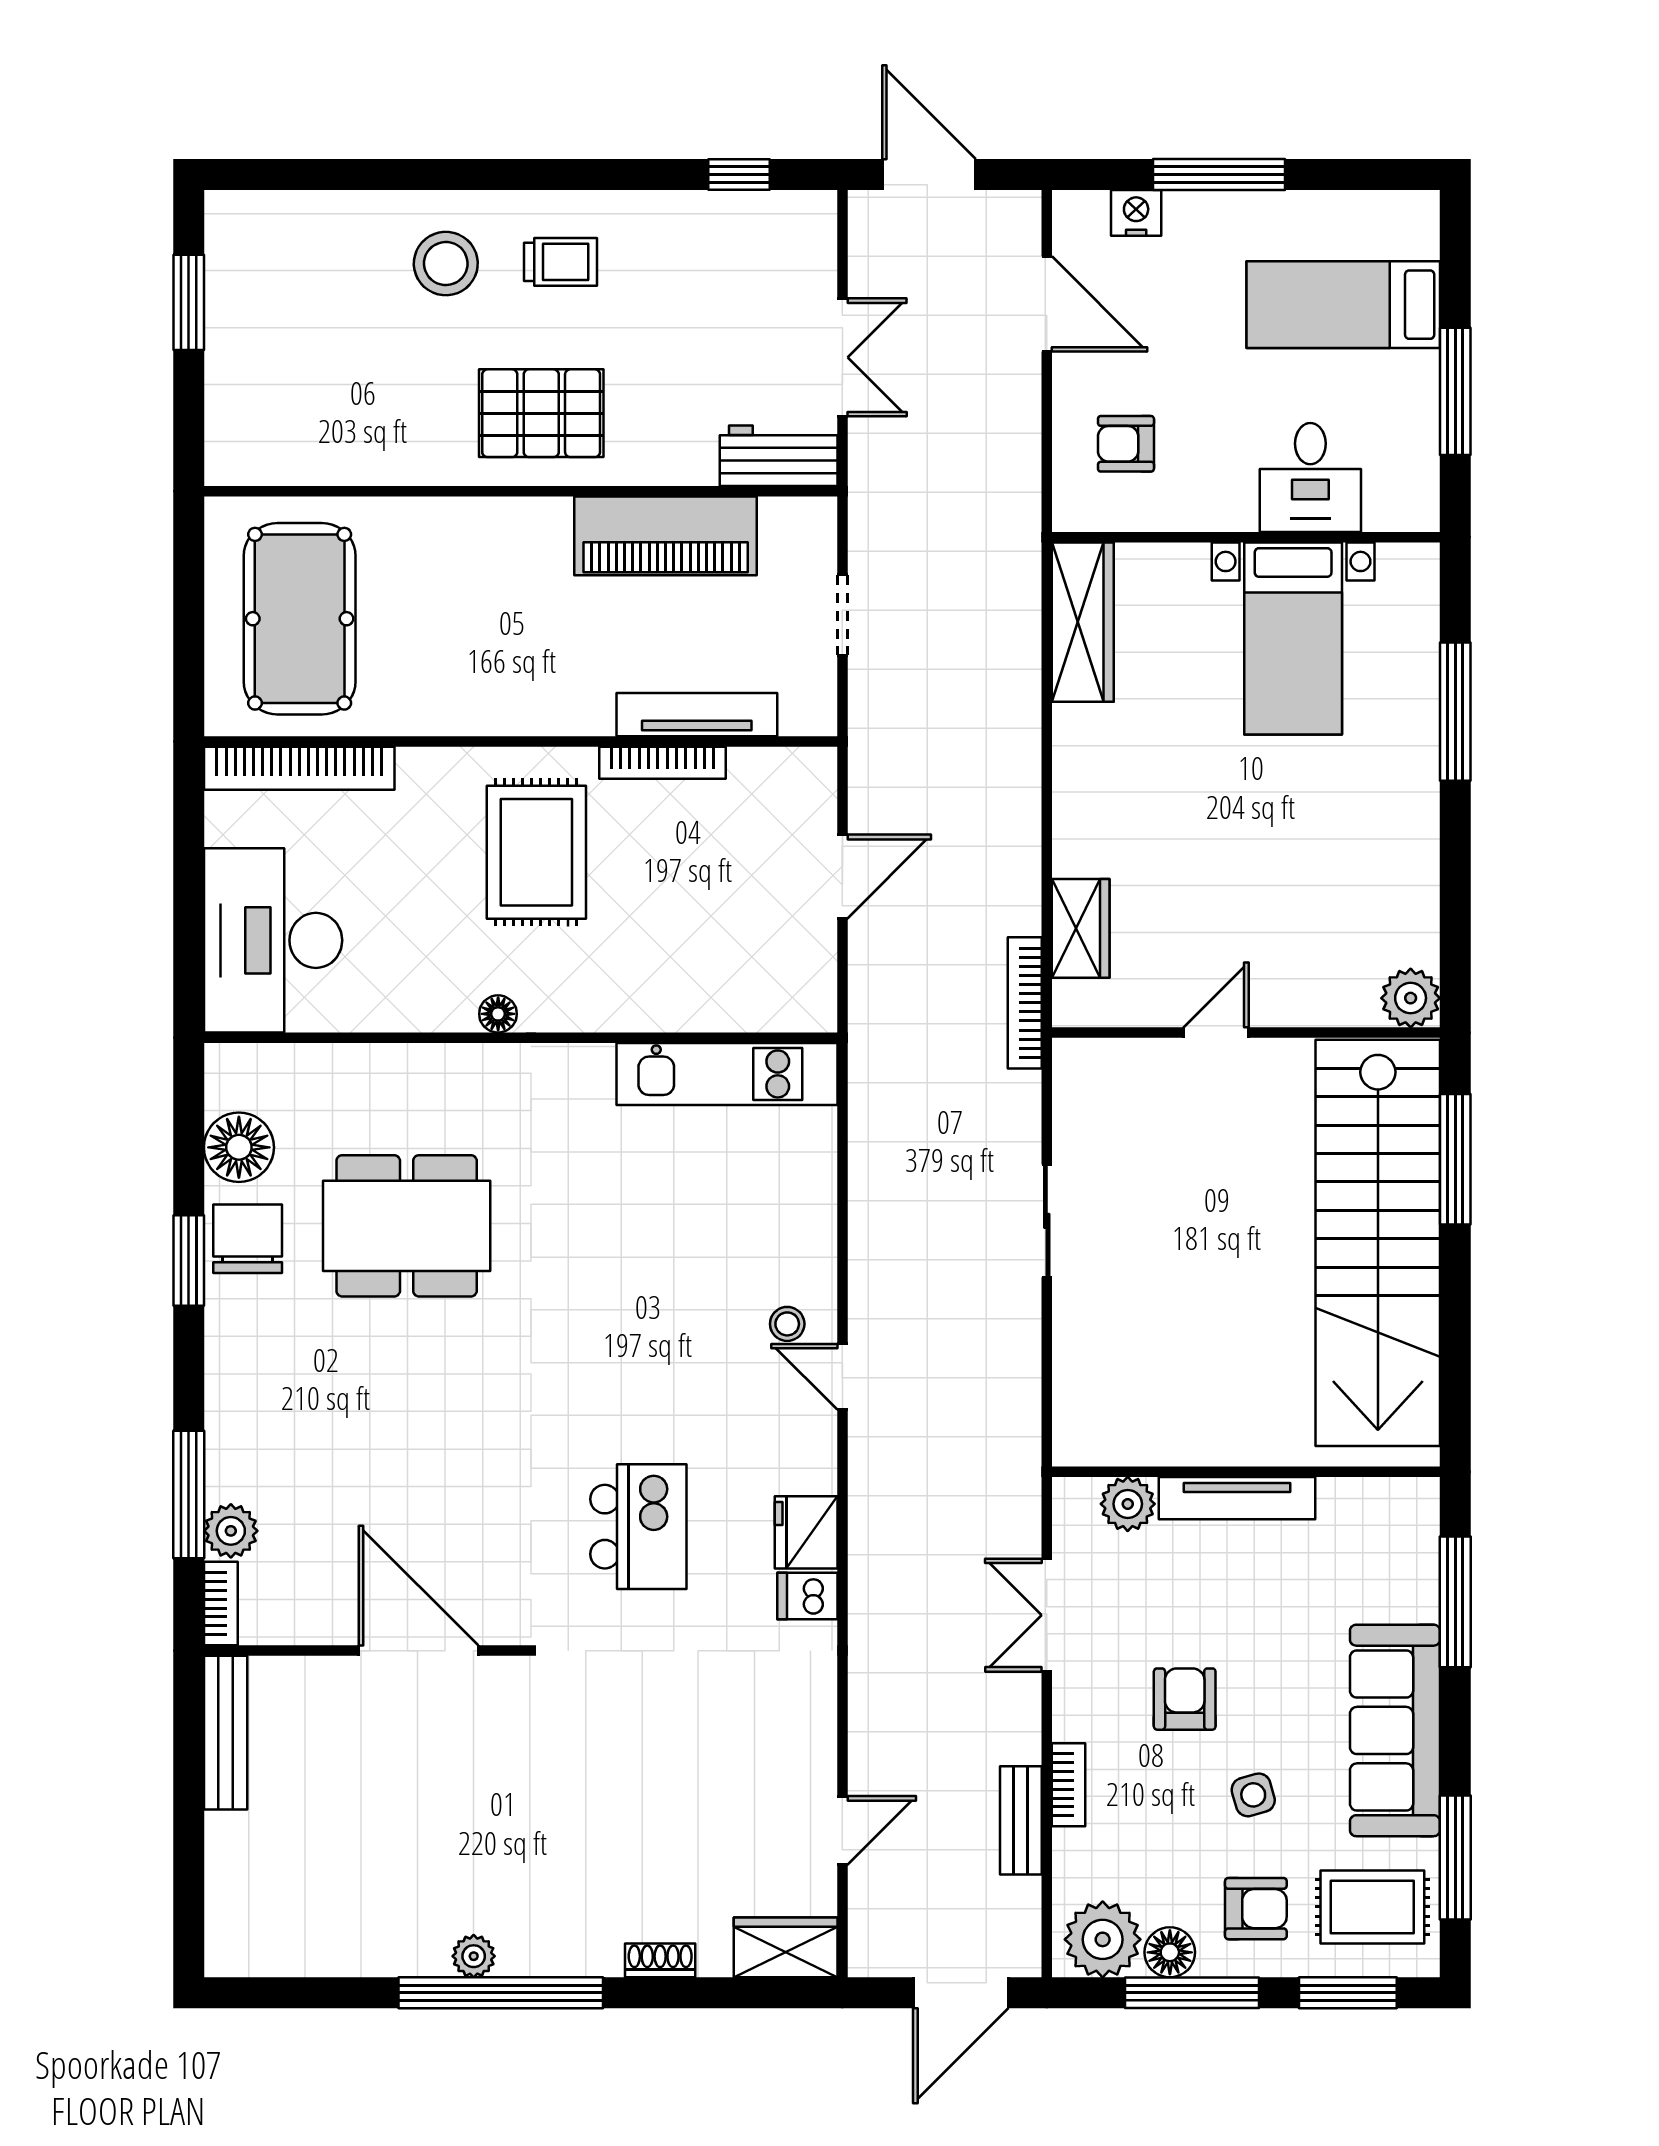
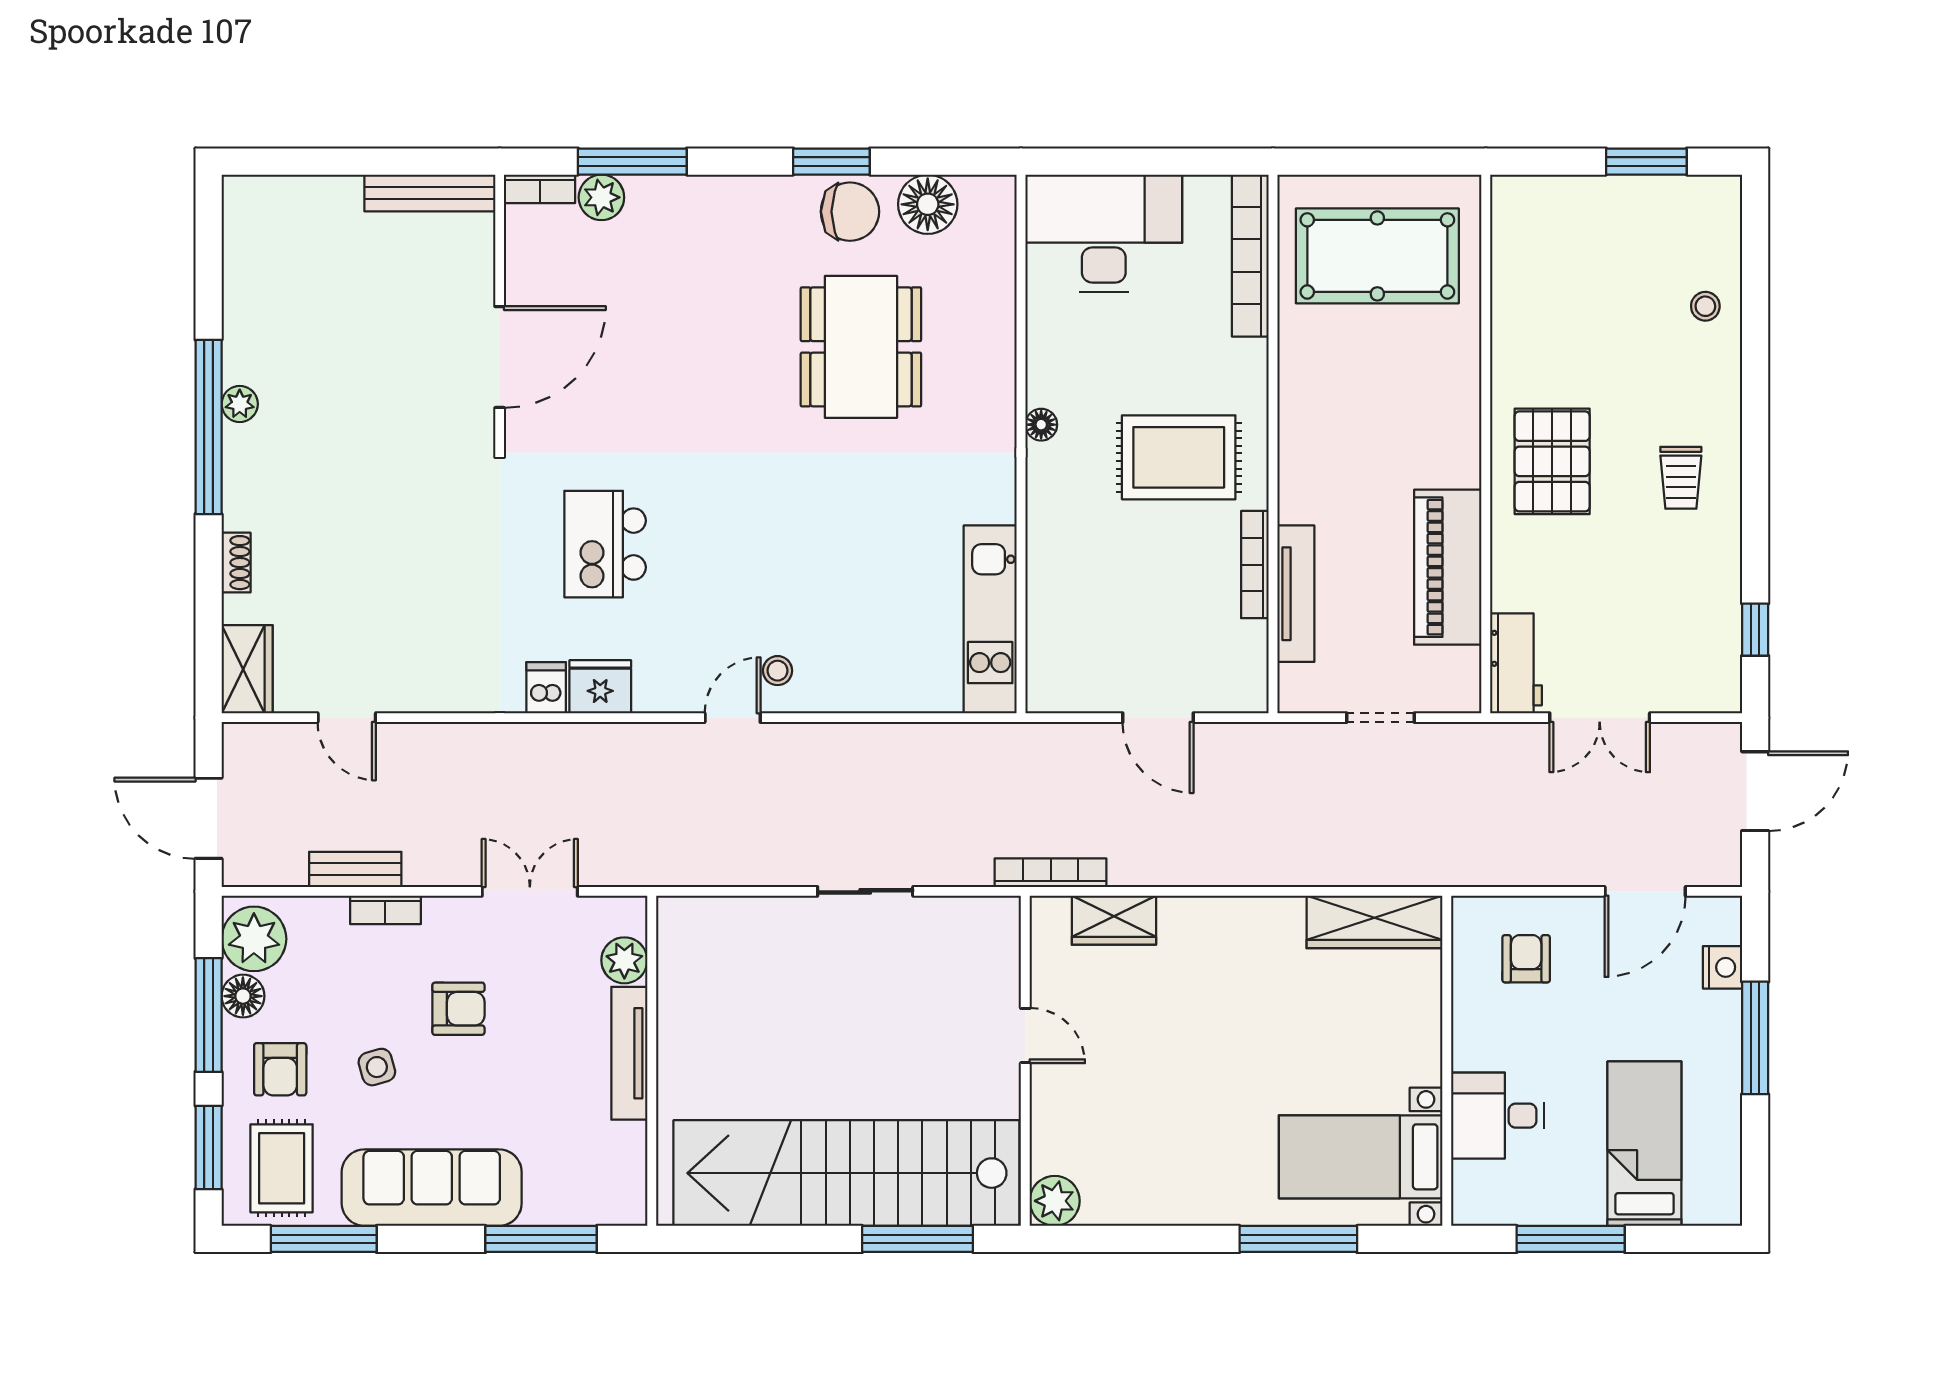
stool: (446, 264) -> (1705, 306), moved, width x0.53, depth x0.53
bed with nightstands: (1293, 638) -> (1361, 1157), moved
kitchen island: (638, 1527) -> (605, 544), turned 90

